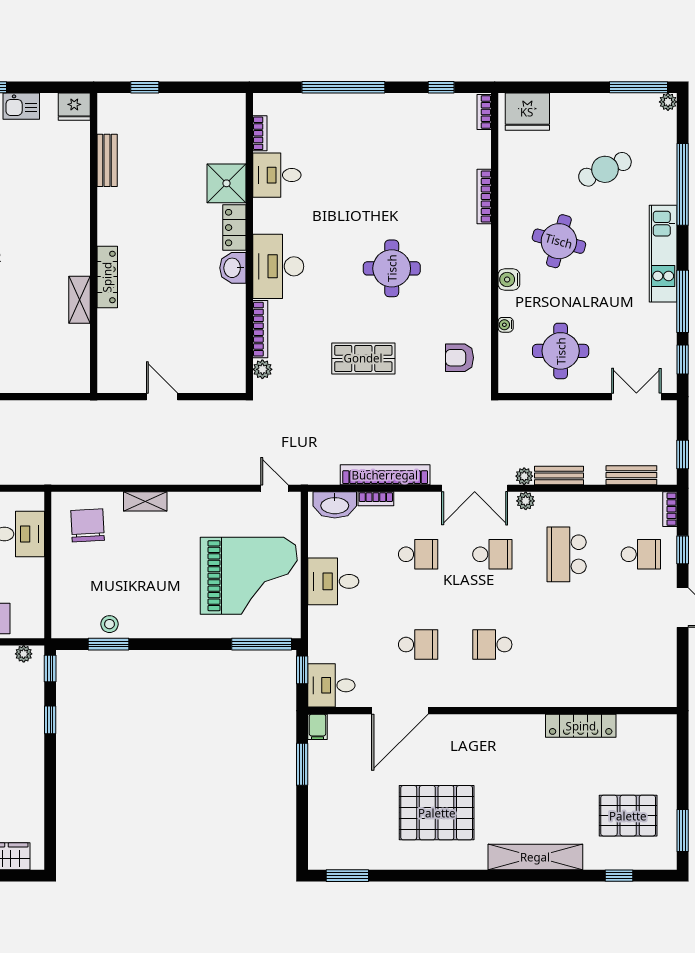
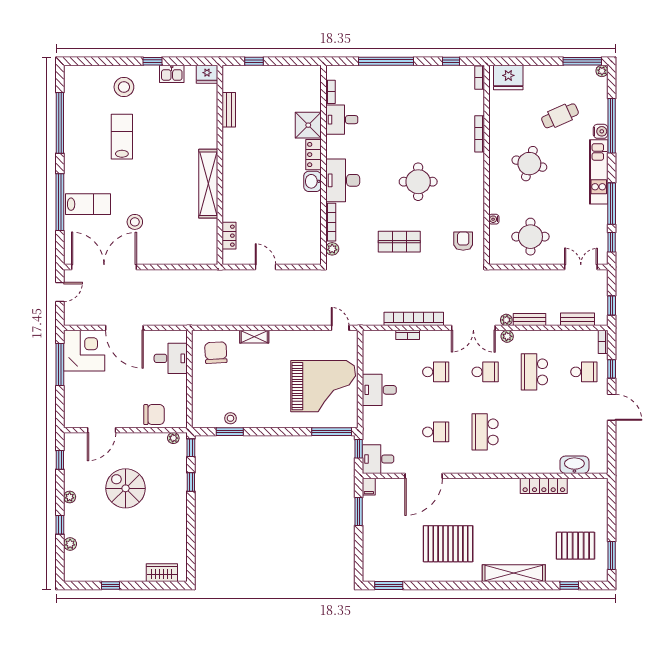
locker: (107, 277) -> (229, 236), moved, width x0.66
water cooler: (509, 280) -> (601, 131), moved, turned 180
shelving: (80, 300) -> (208, 184), width x2.20, depth x1.33
armchair: (459, 358) -> (463, 241), turned 90
washbasin: (335, 505) -> (574, 465), moved, turned 180
school desk: (492, 645) -> (485, 432), width x1.85

